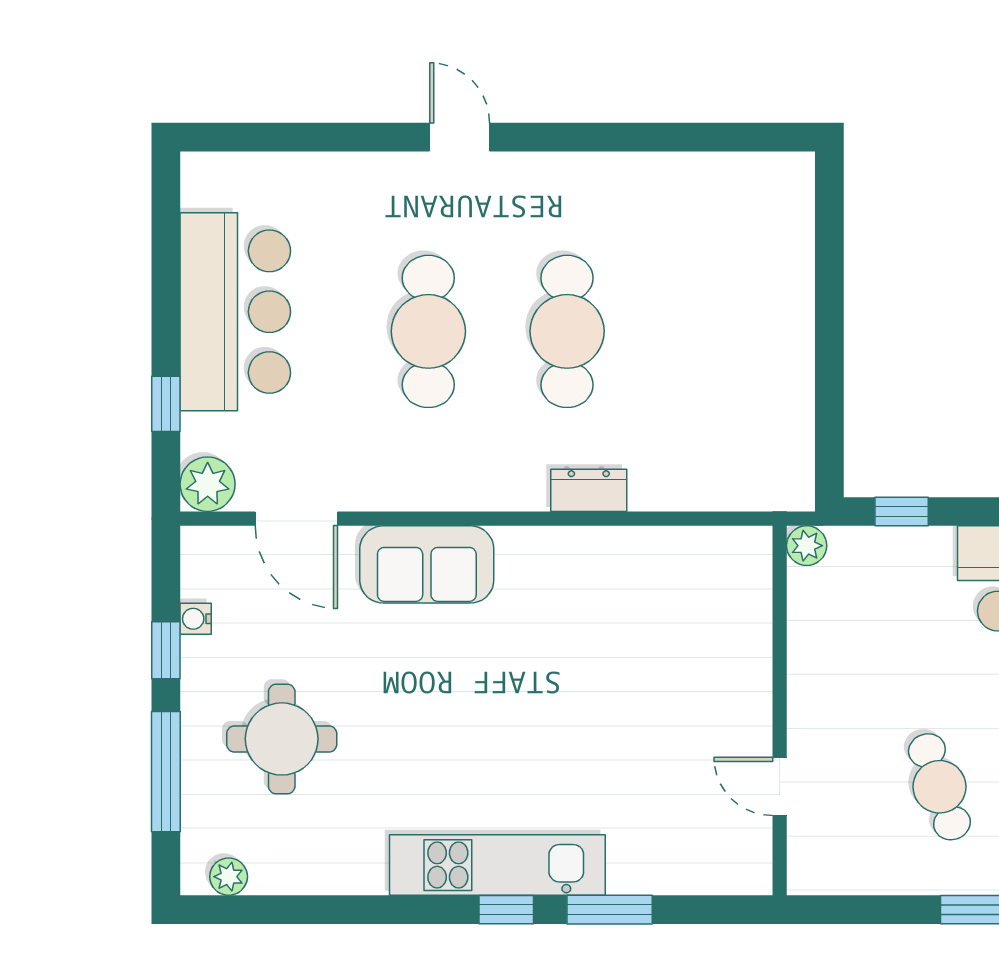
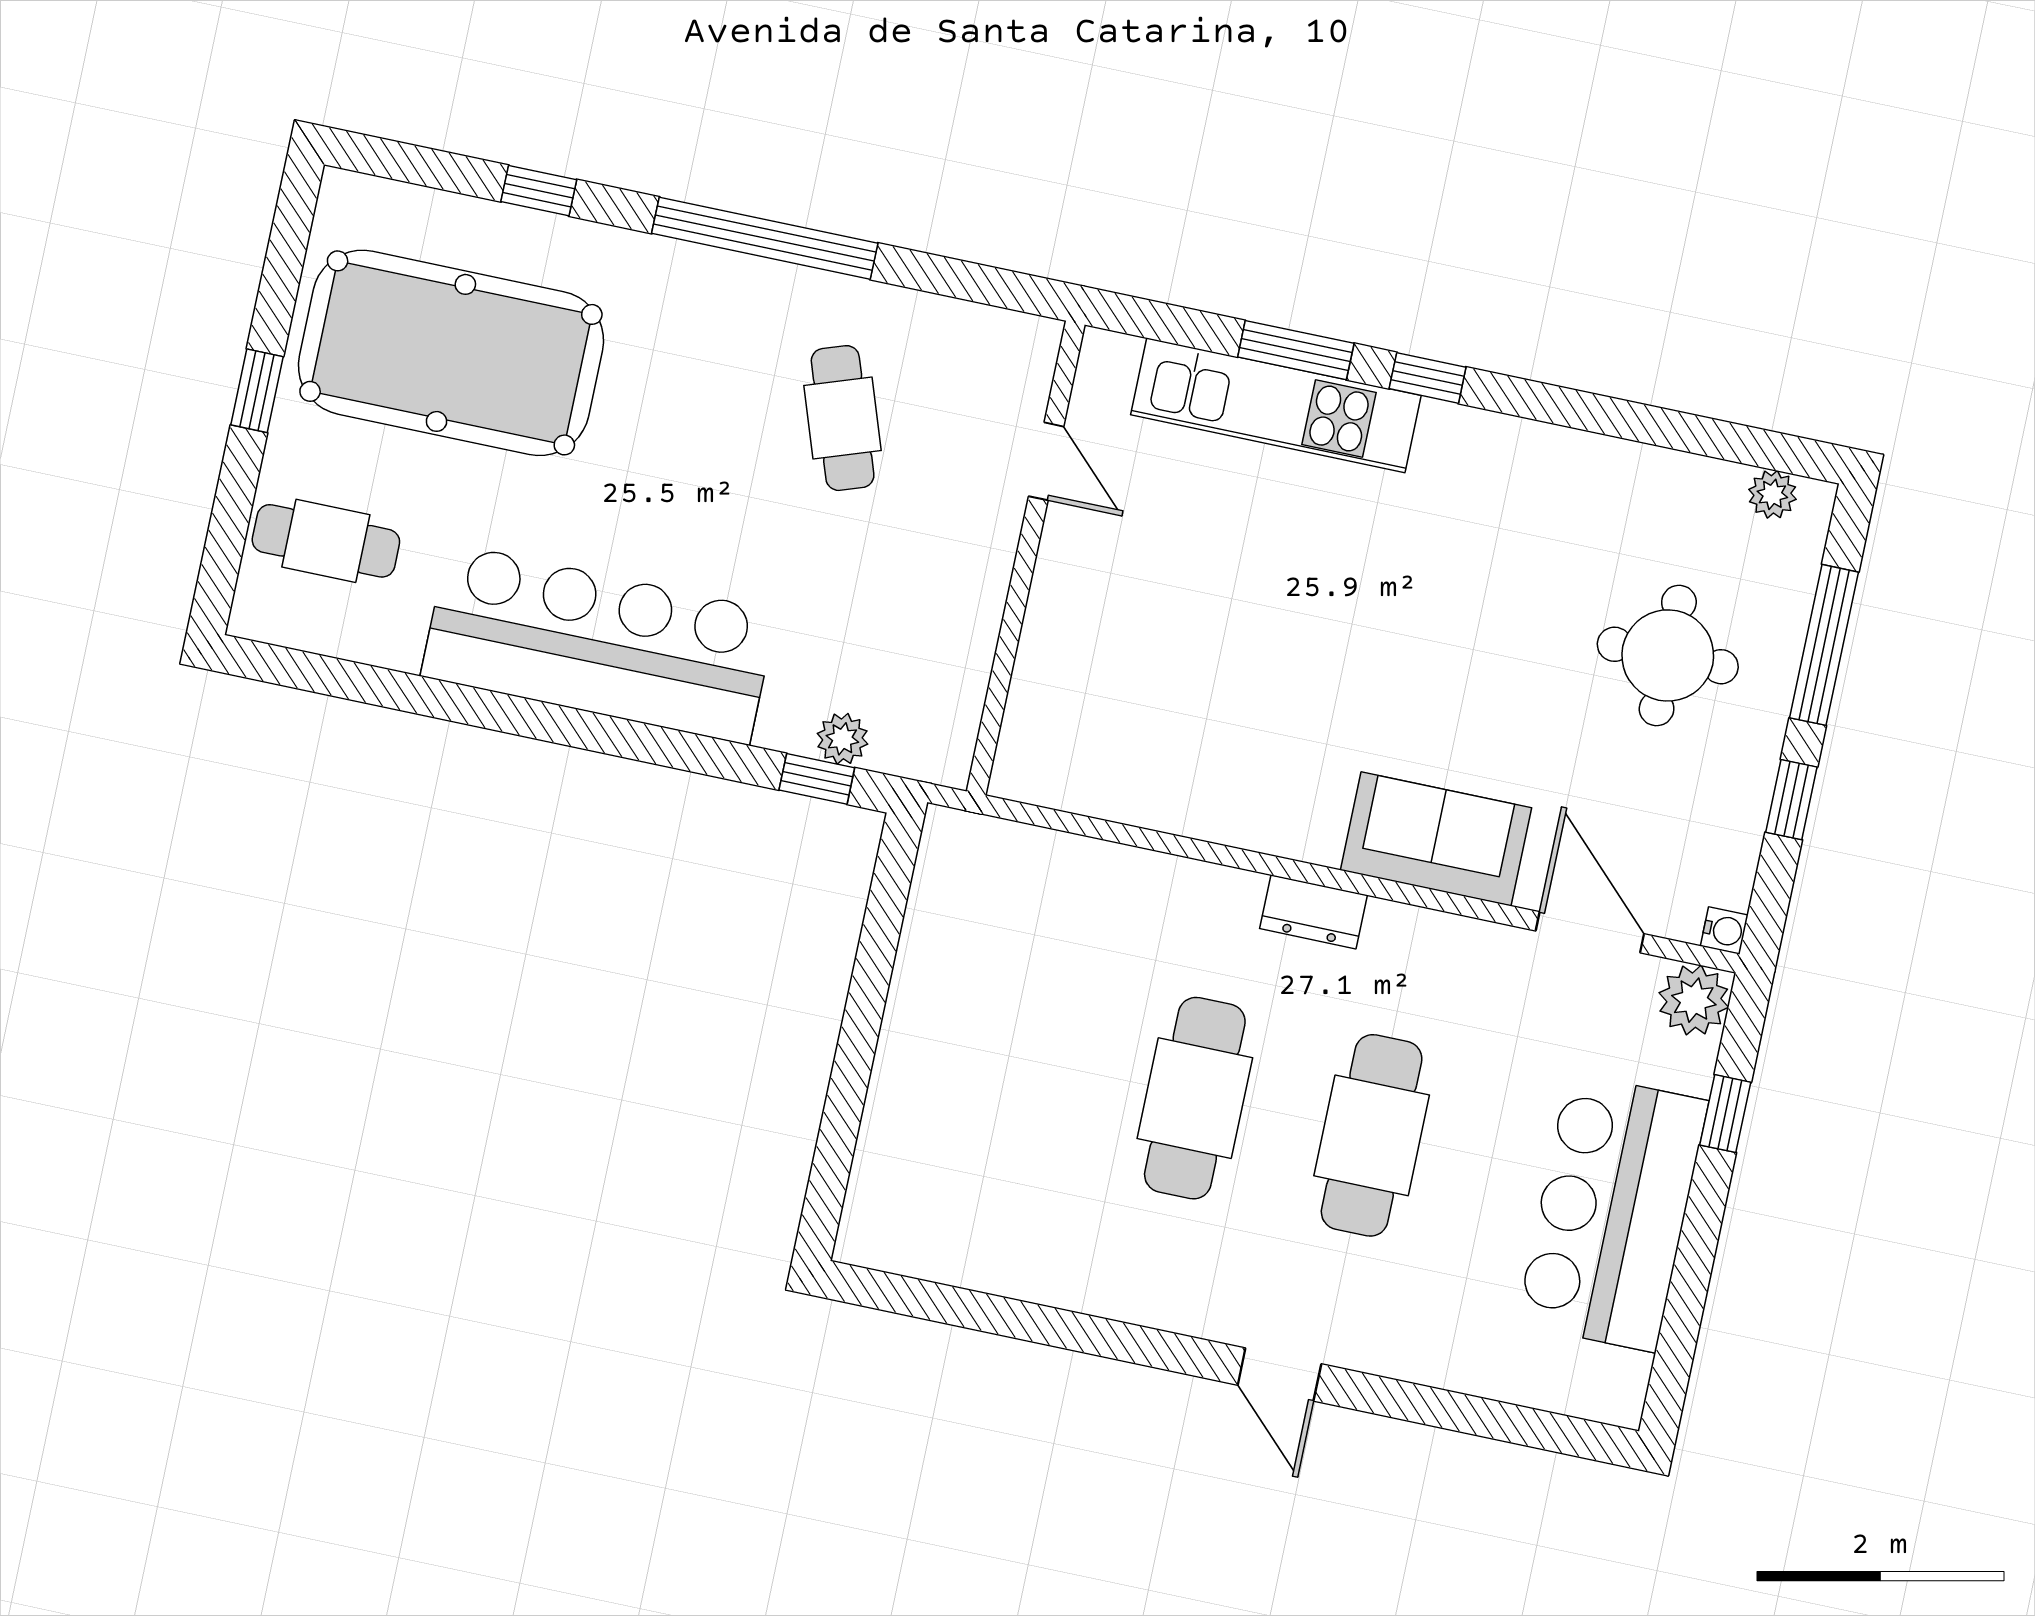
dresser: (589, 490) -> (1313, 912), moved
plant: (807, 546) -> (842, 739), moved
water cooler: (196, 619) -> (1724, 931), moved
kitchen unit: (497, 865) -> (1276, 405), moved

